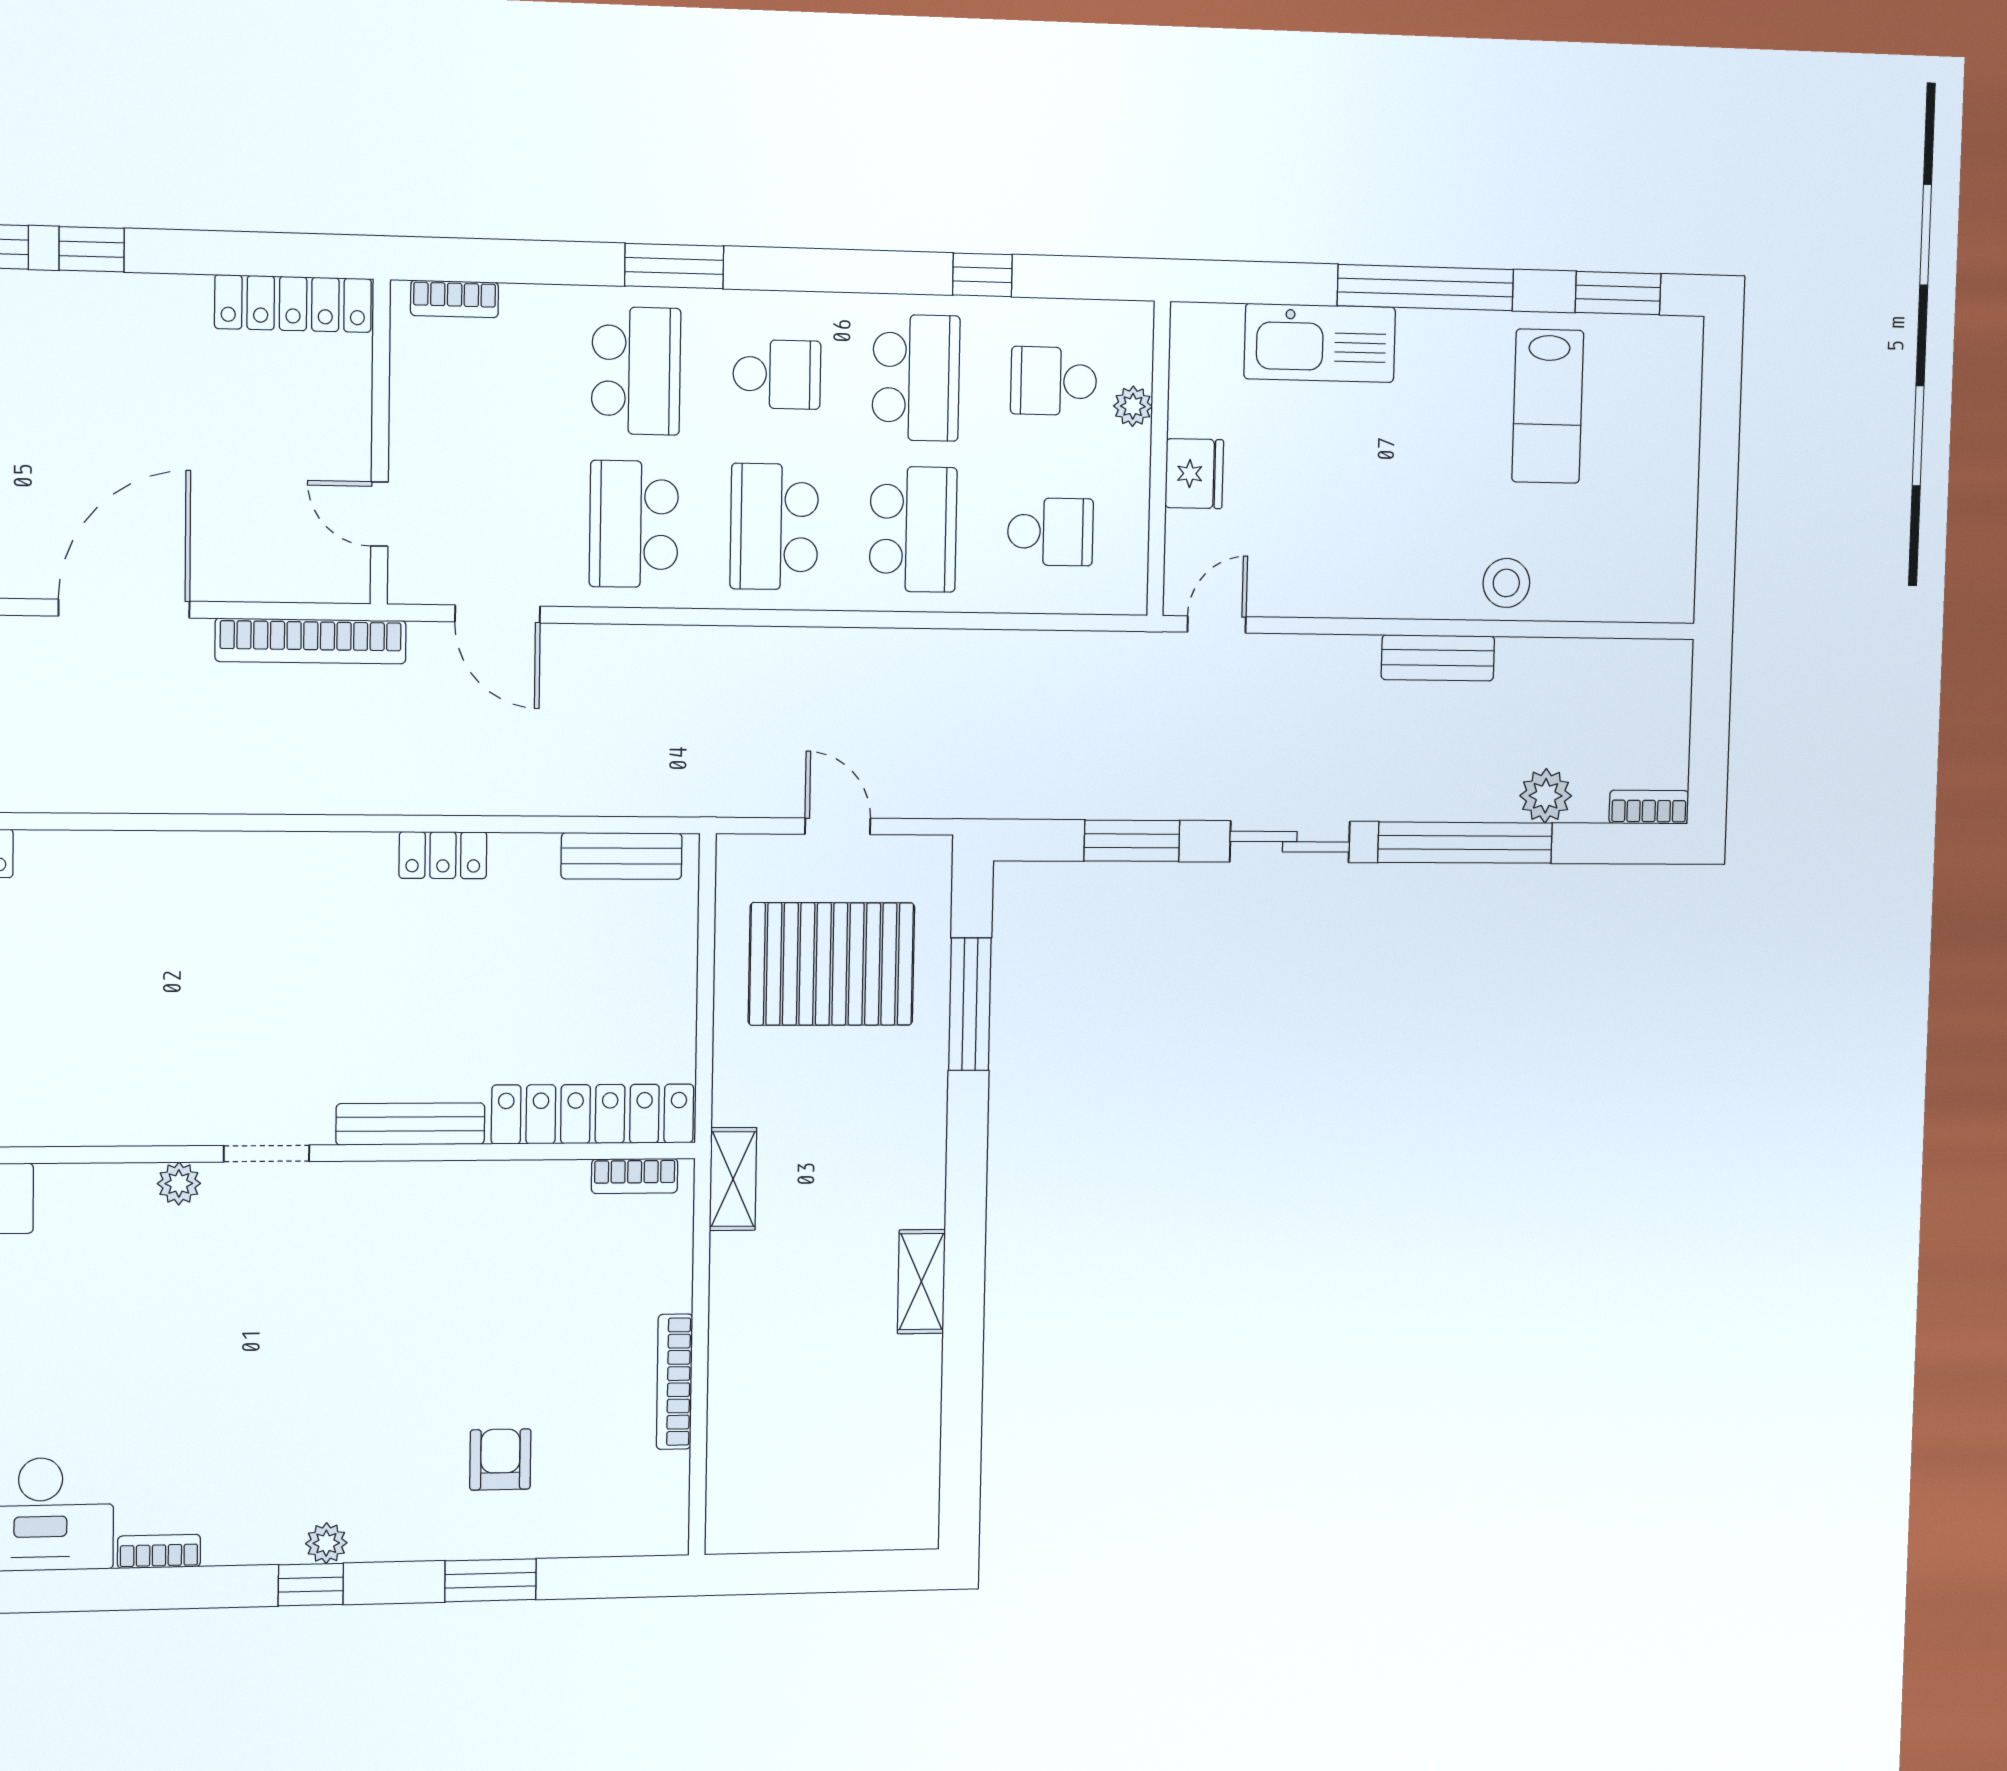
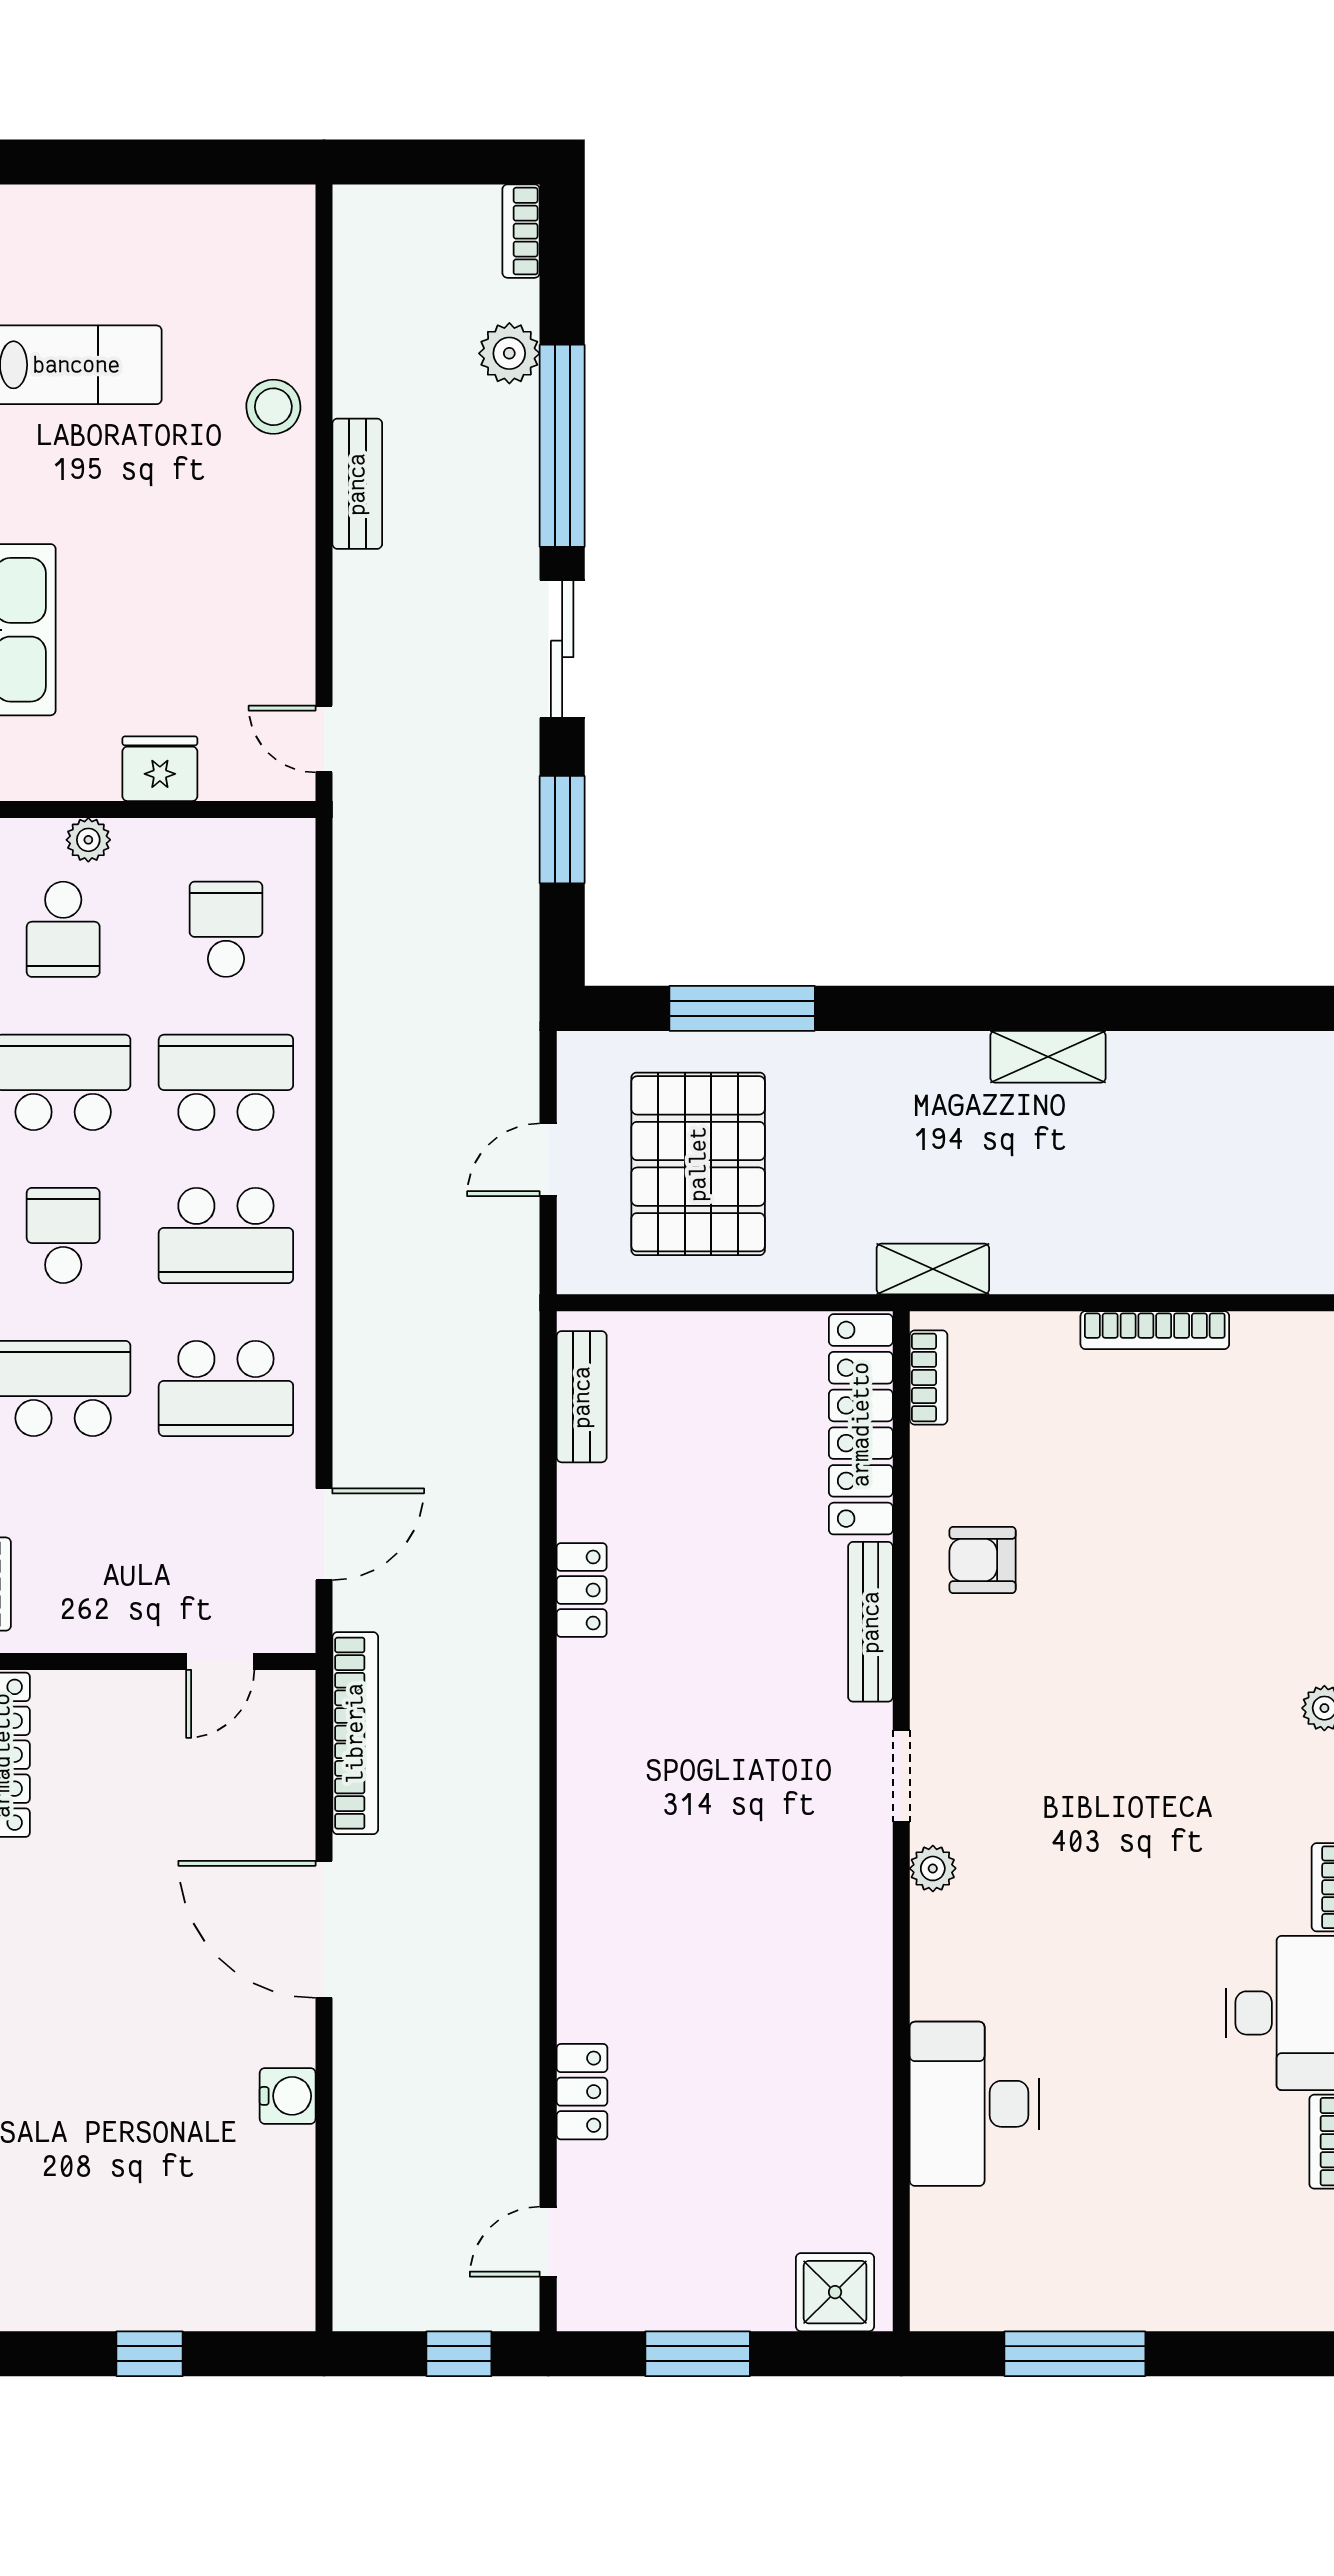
armchair: (500, 1459) -> (983, 1560), moved

